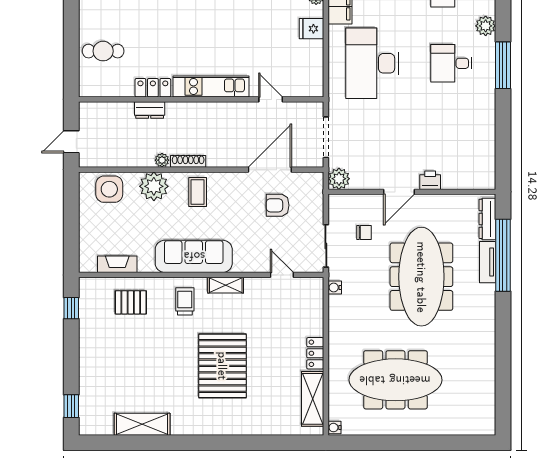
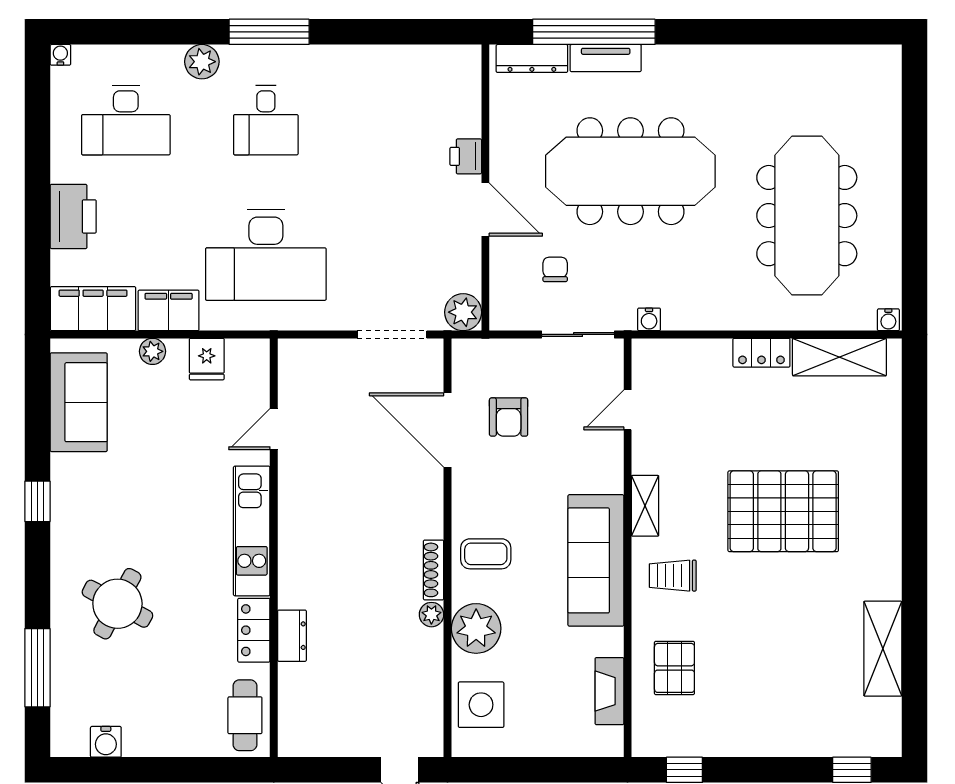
kitchen unit: (211, 86) -> (252, 531), moved
locker: (153, 88) -> (254, 630), moved
wall: (201, 99) -> (274, 548), moved
door: (271, 99) -> (274, 429), moved
dresser: (150, 110) -> (292, 636), moved

